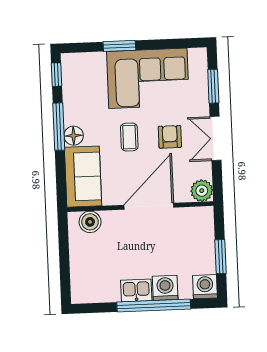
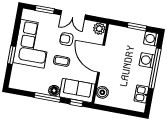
window: (57, 75) -> (76, 103), moved
kitchen sink: (136, 290) -> (141, 94), moved

